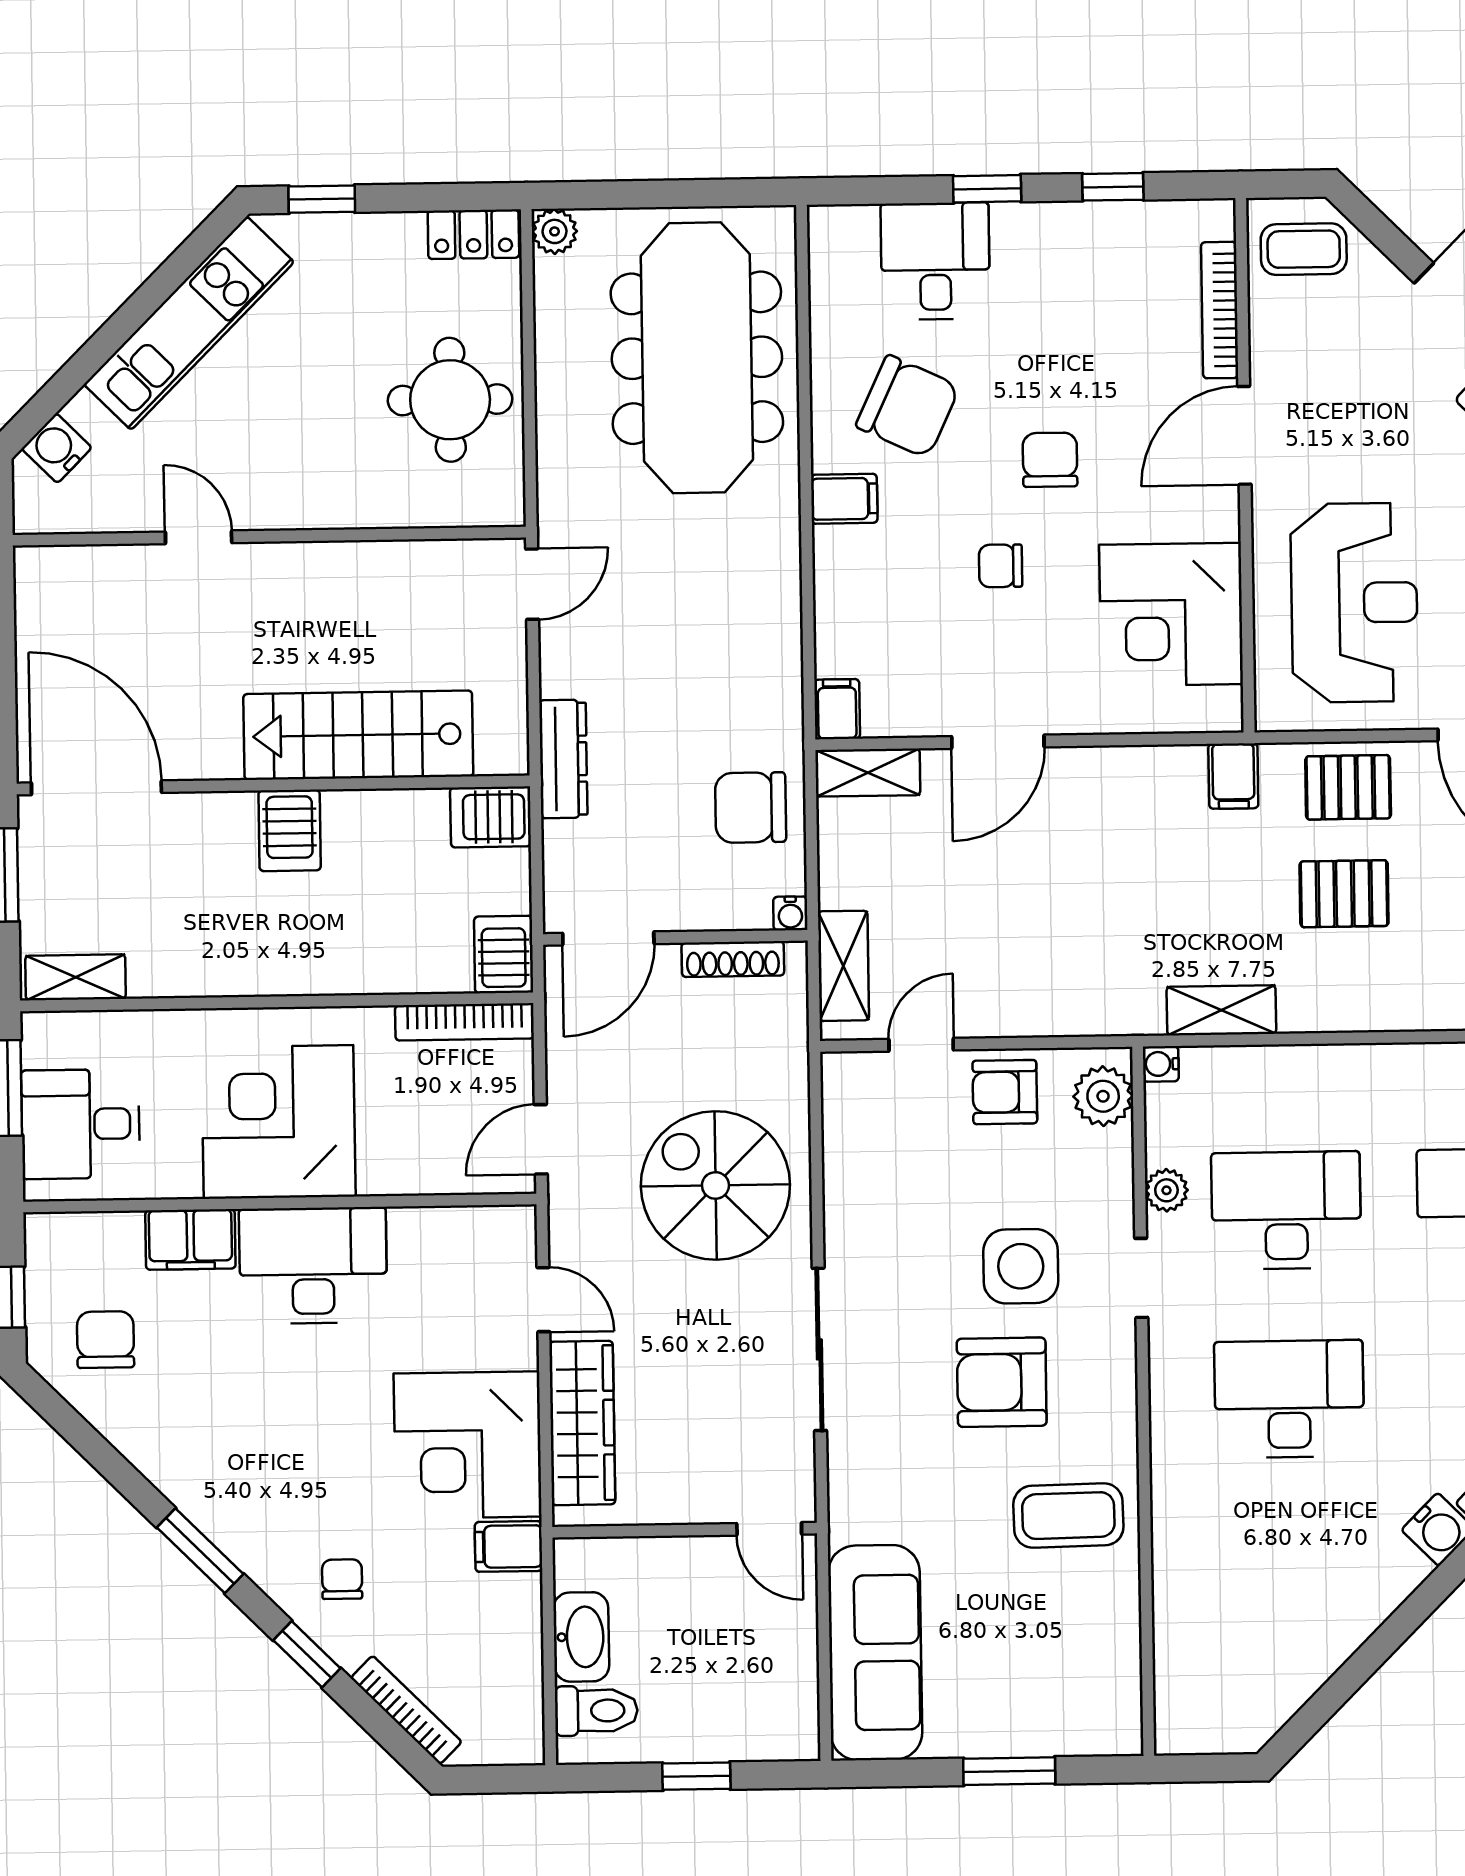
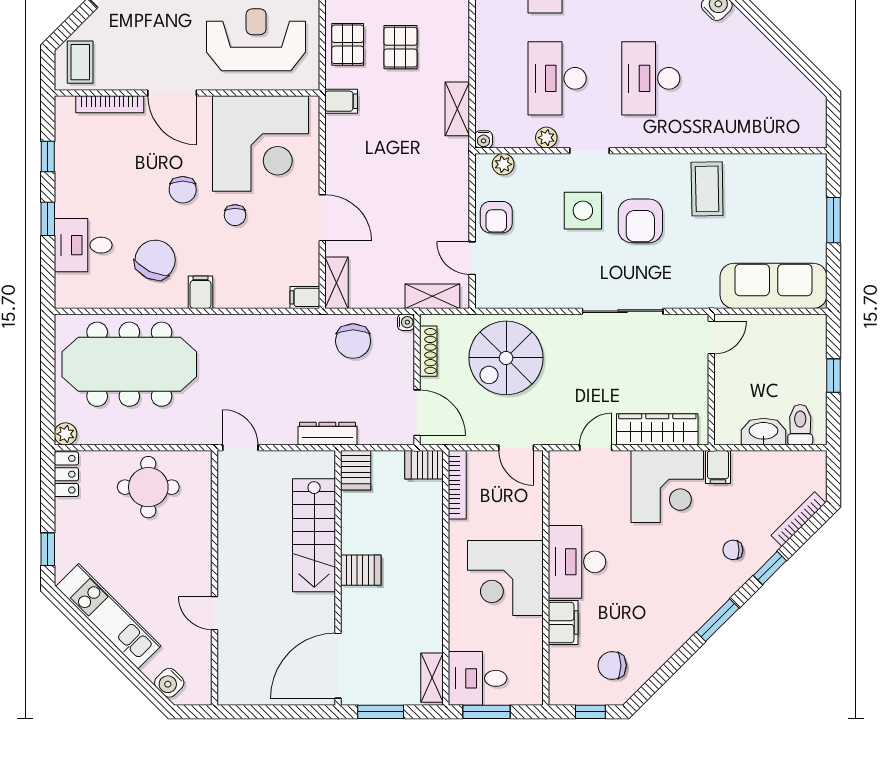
chair: (1050, 460) -> (183, 190), turned -90
door: (199, 537) -> (215, 613), hinge flipped
corner desk: (1171, 614) -> (260, 143), width x1.36, depth x1.36
plant: (1103, 1096) -> (503, 164), width x0.73, depth x0.73
desk: (81, 1124) -> (478, 678), moved, turned 90
spiral stairs: (715, 1185) -> (506, 358), moved

